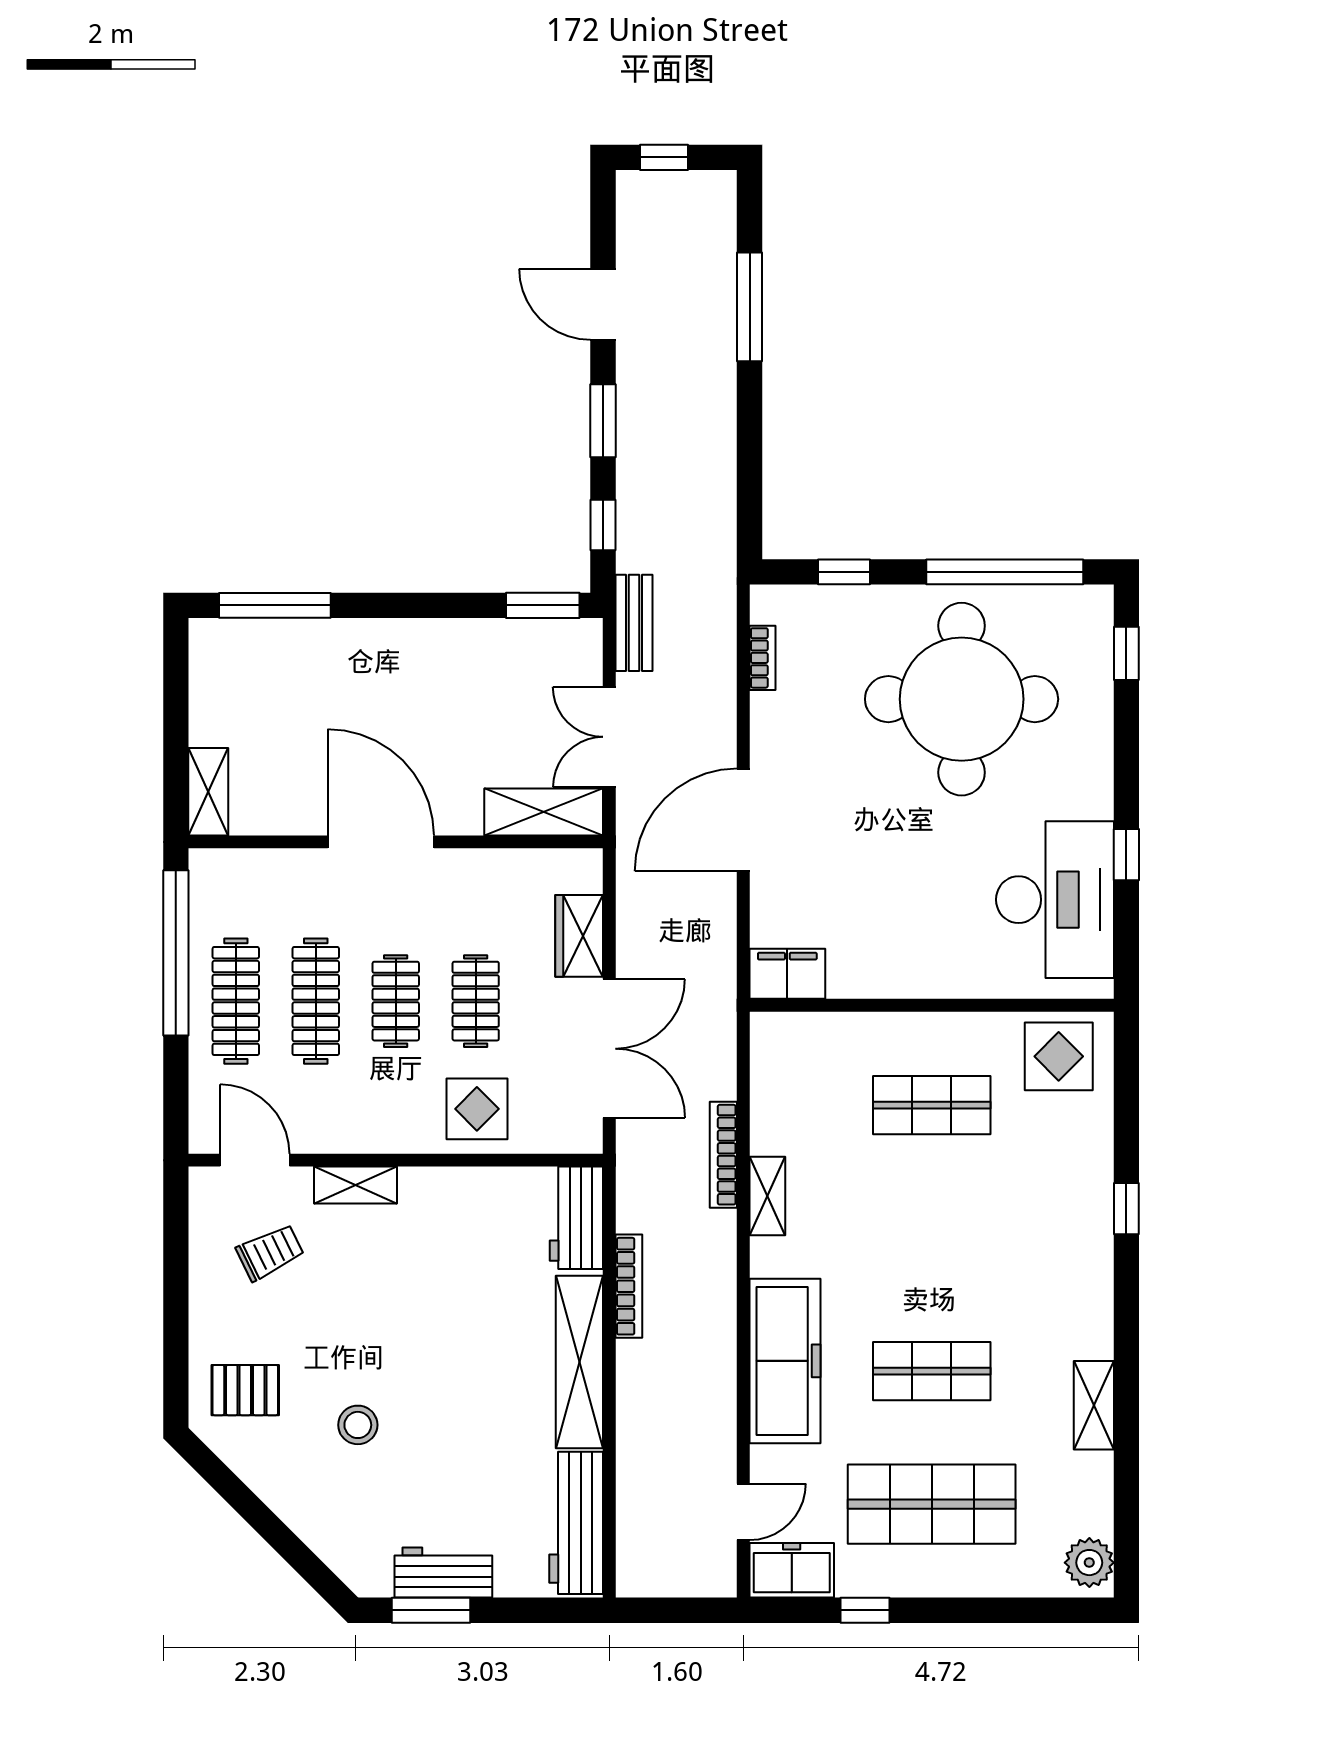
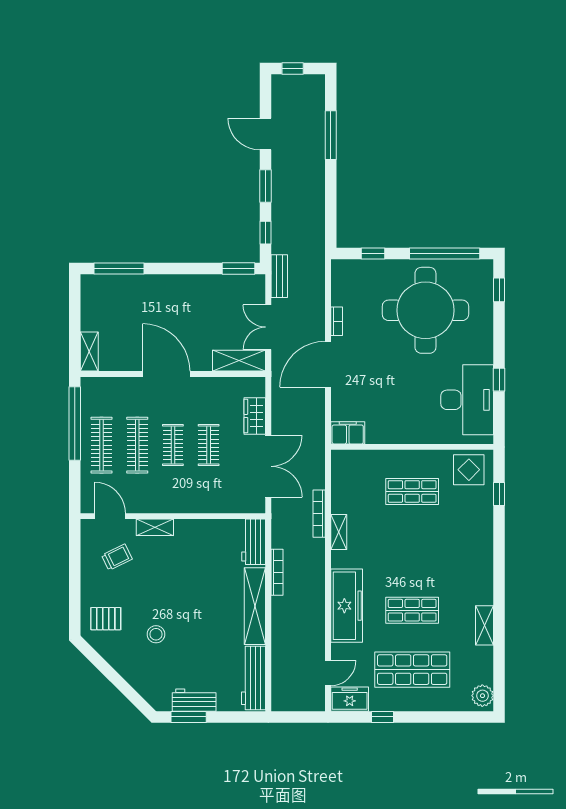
bookcase: (762, 658) -> (337, 321), moved
display table: (477, 1109) -> (209, 493), removed
window: (1126, 1209) -> (499, 494), moved

